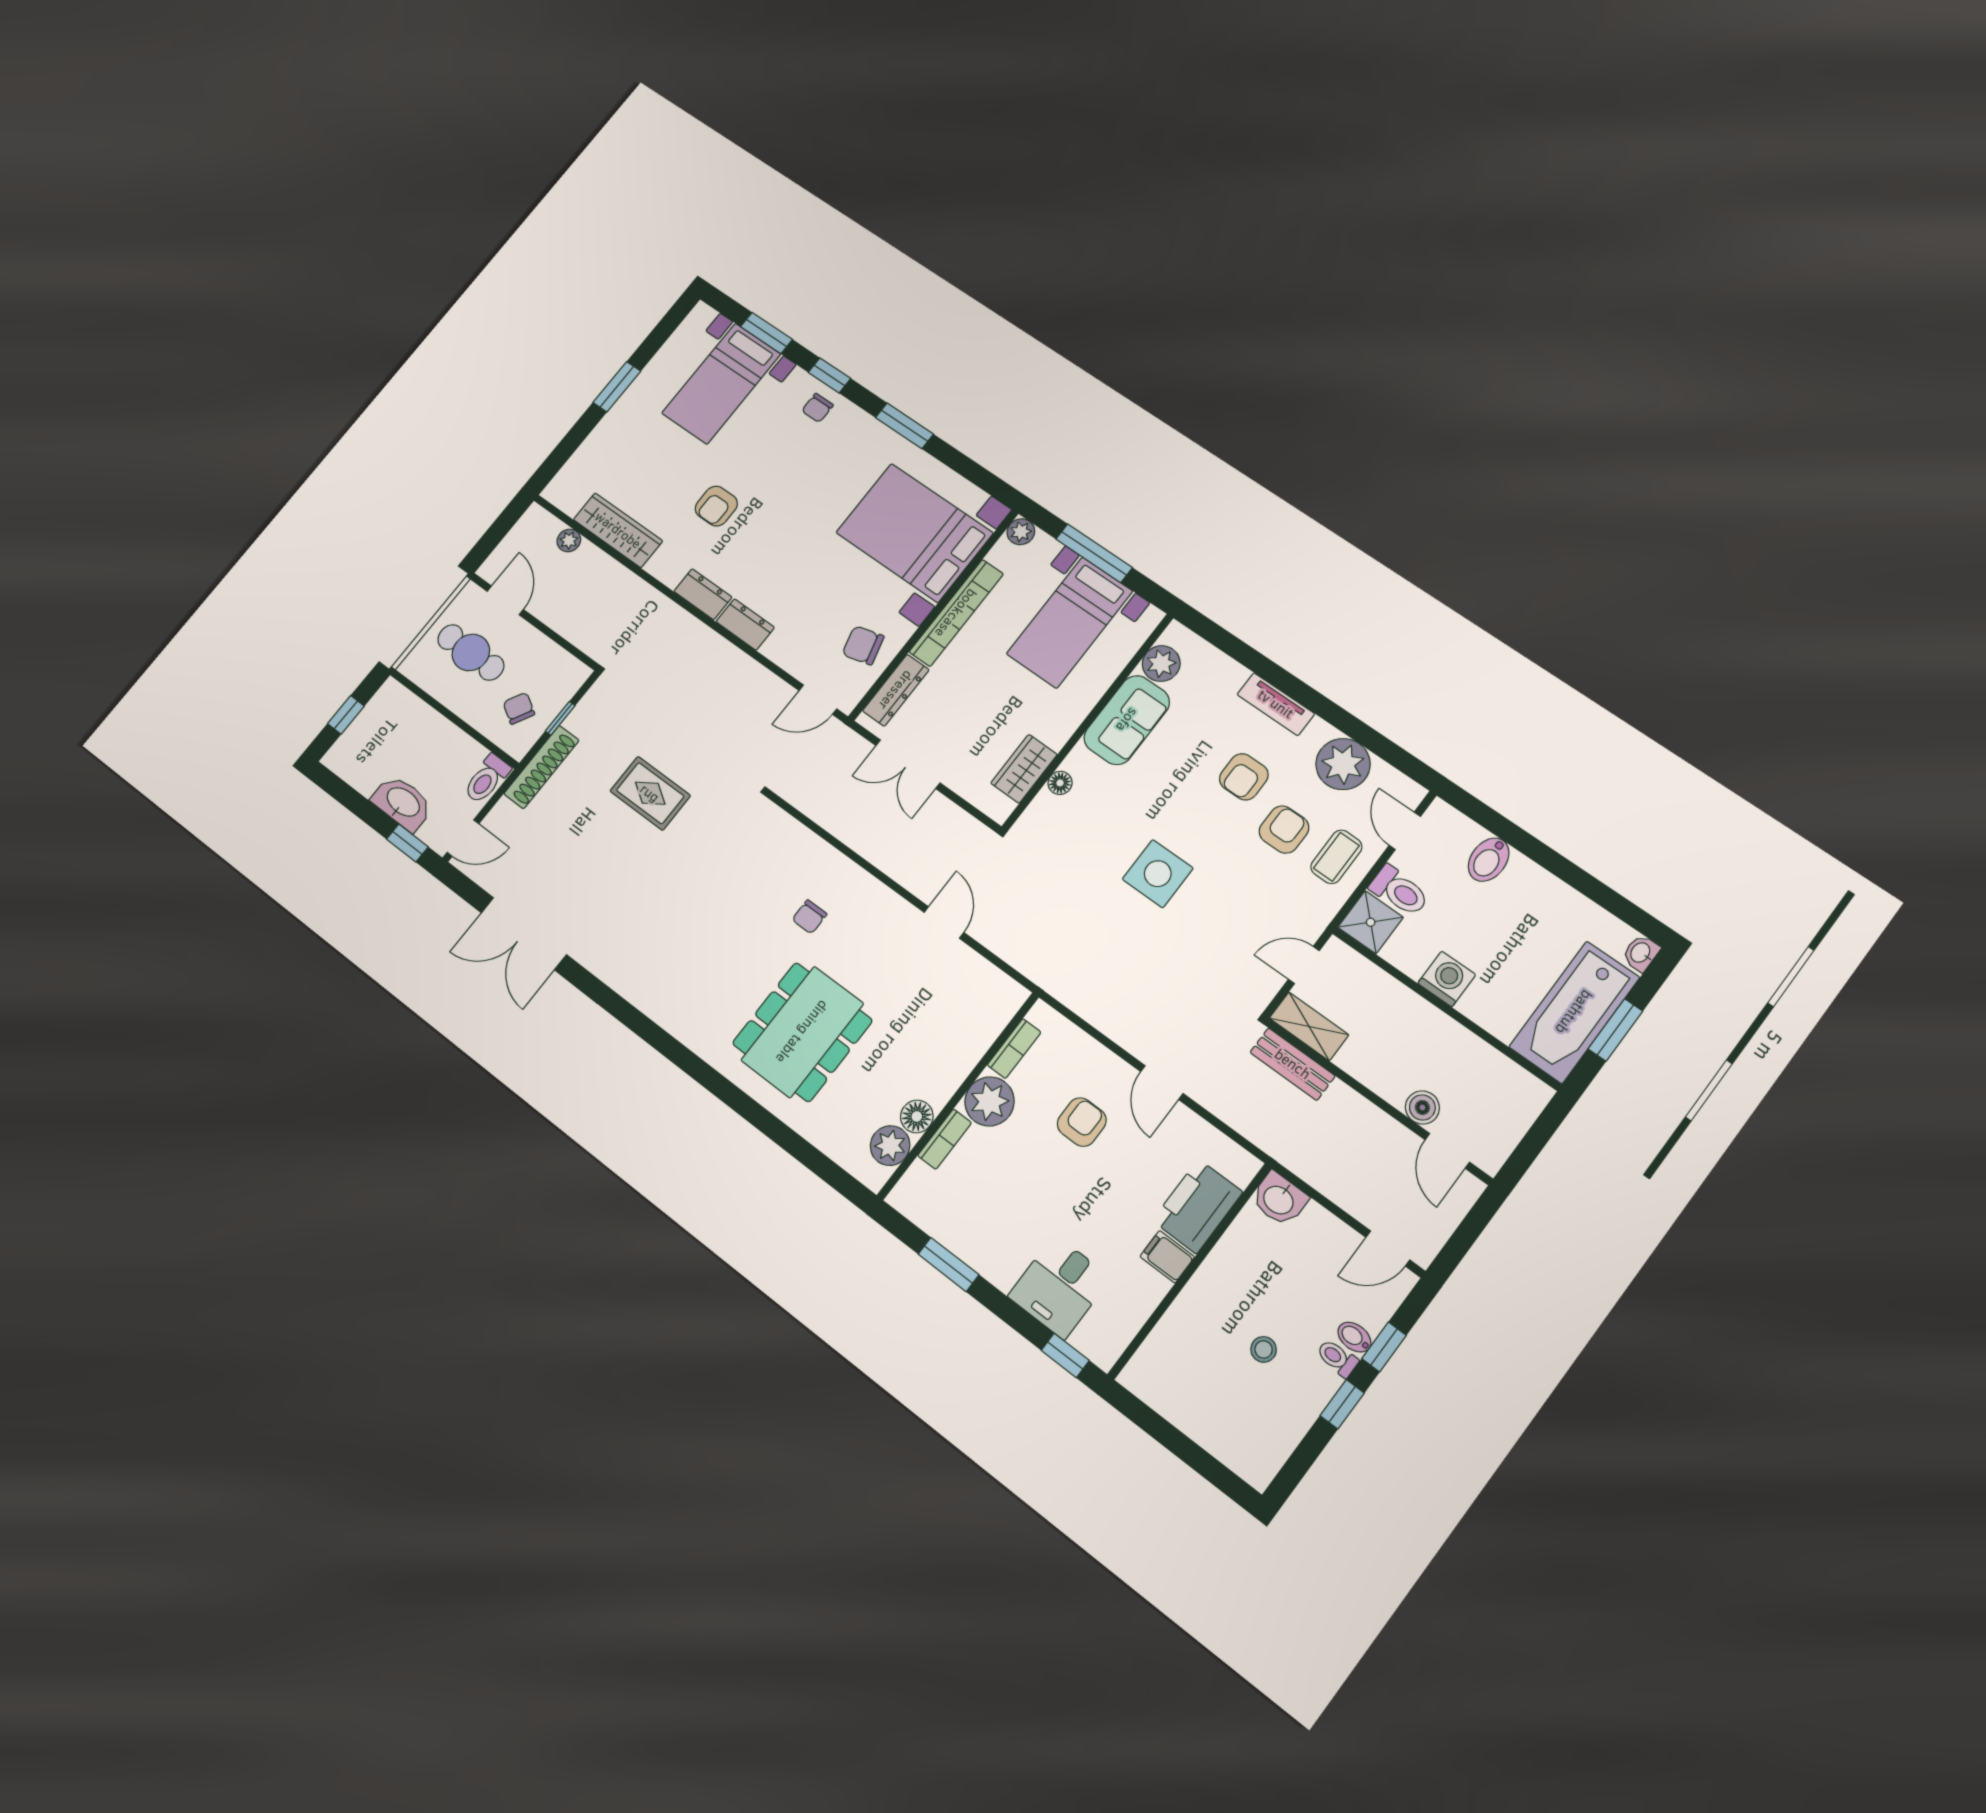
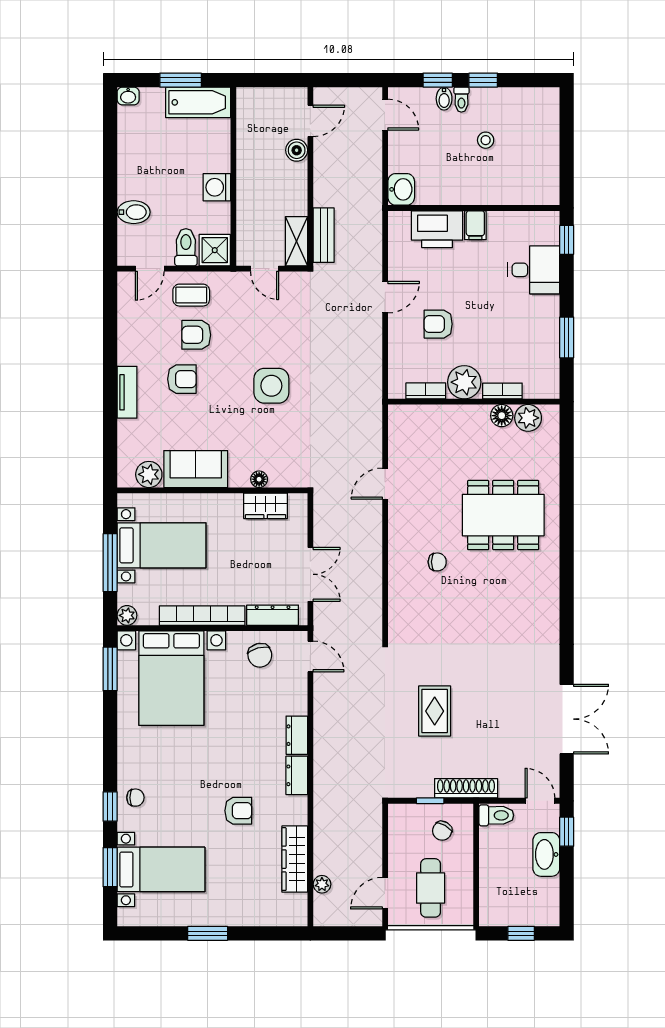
window: (904, 426) -> (110, 669), moved
plant: (1343, 764) -> (135, 330), removed
bathtub: (1574, 1012) -> (198, 102), width x0.73, depth x0.73

